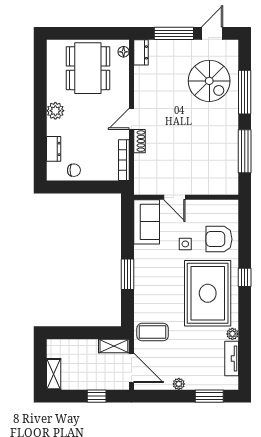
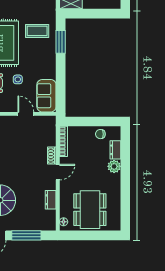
dresser: (141, 52) -> (51, 200), moved
plant: (55, 111) -> (114, 166), moved
window: (127, 274) -> (61, 42), moved
coffee table: (153, 332) -> (37, 31), moved

